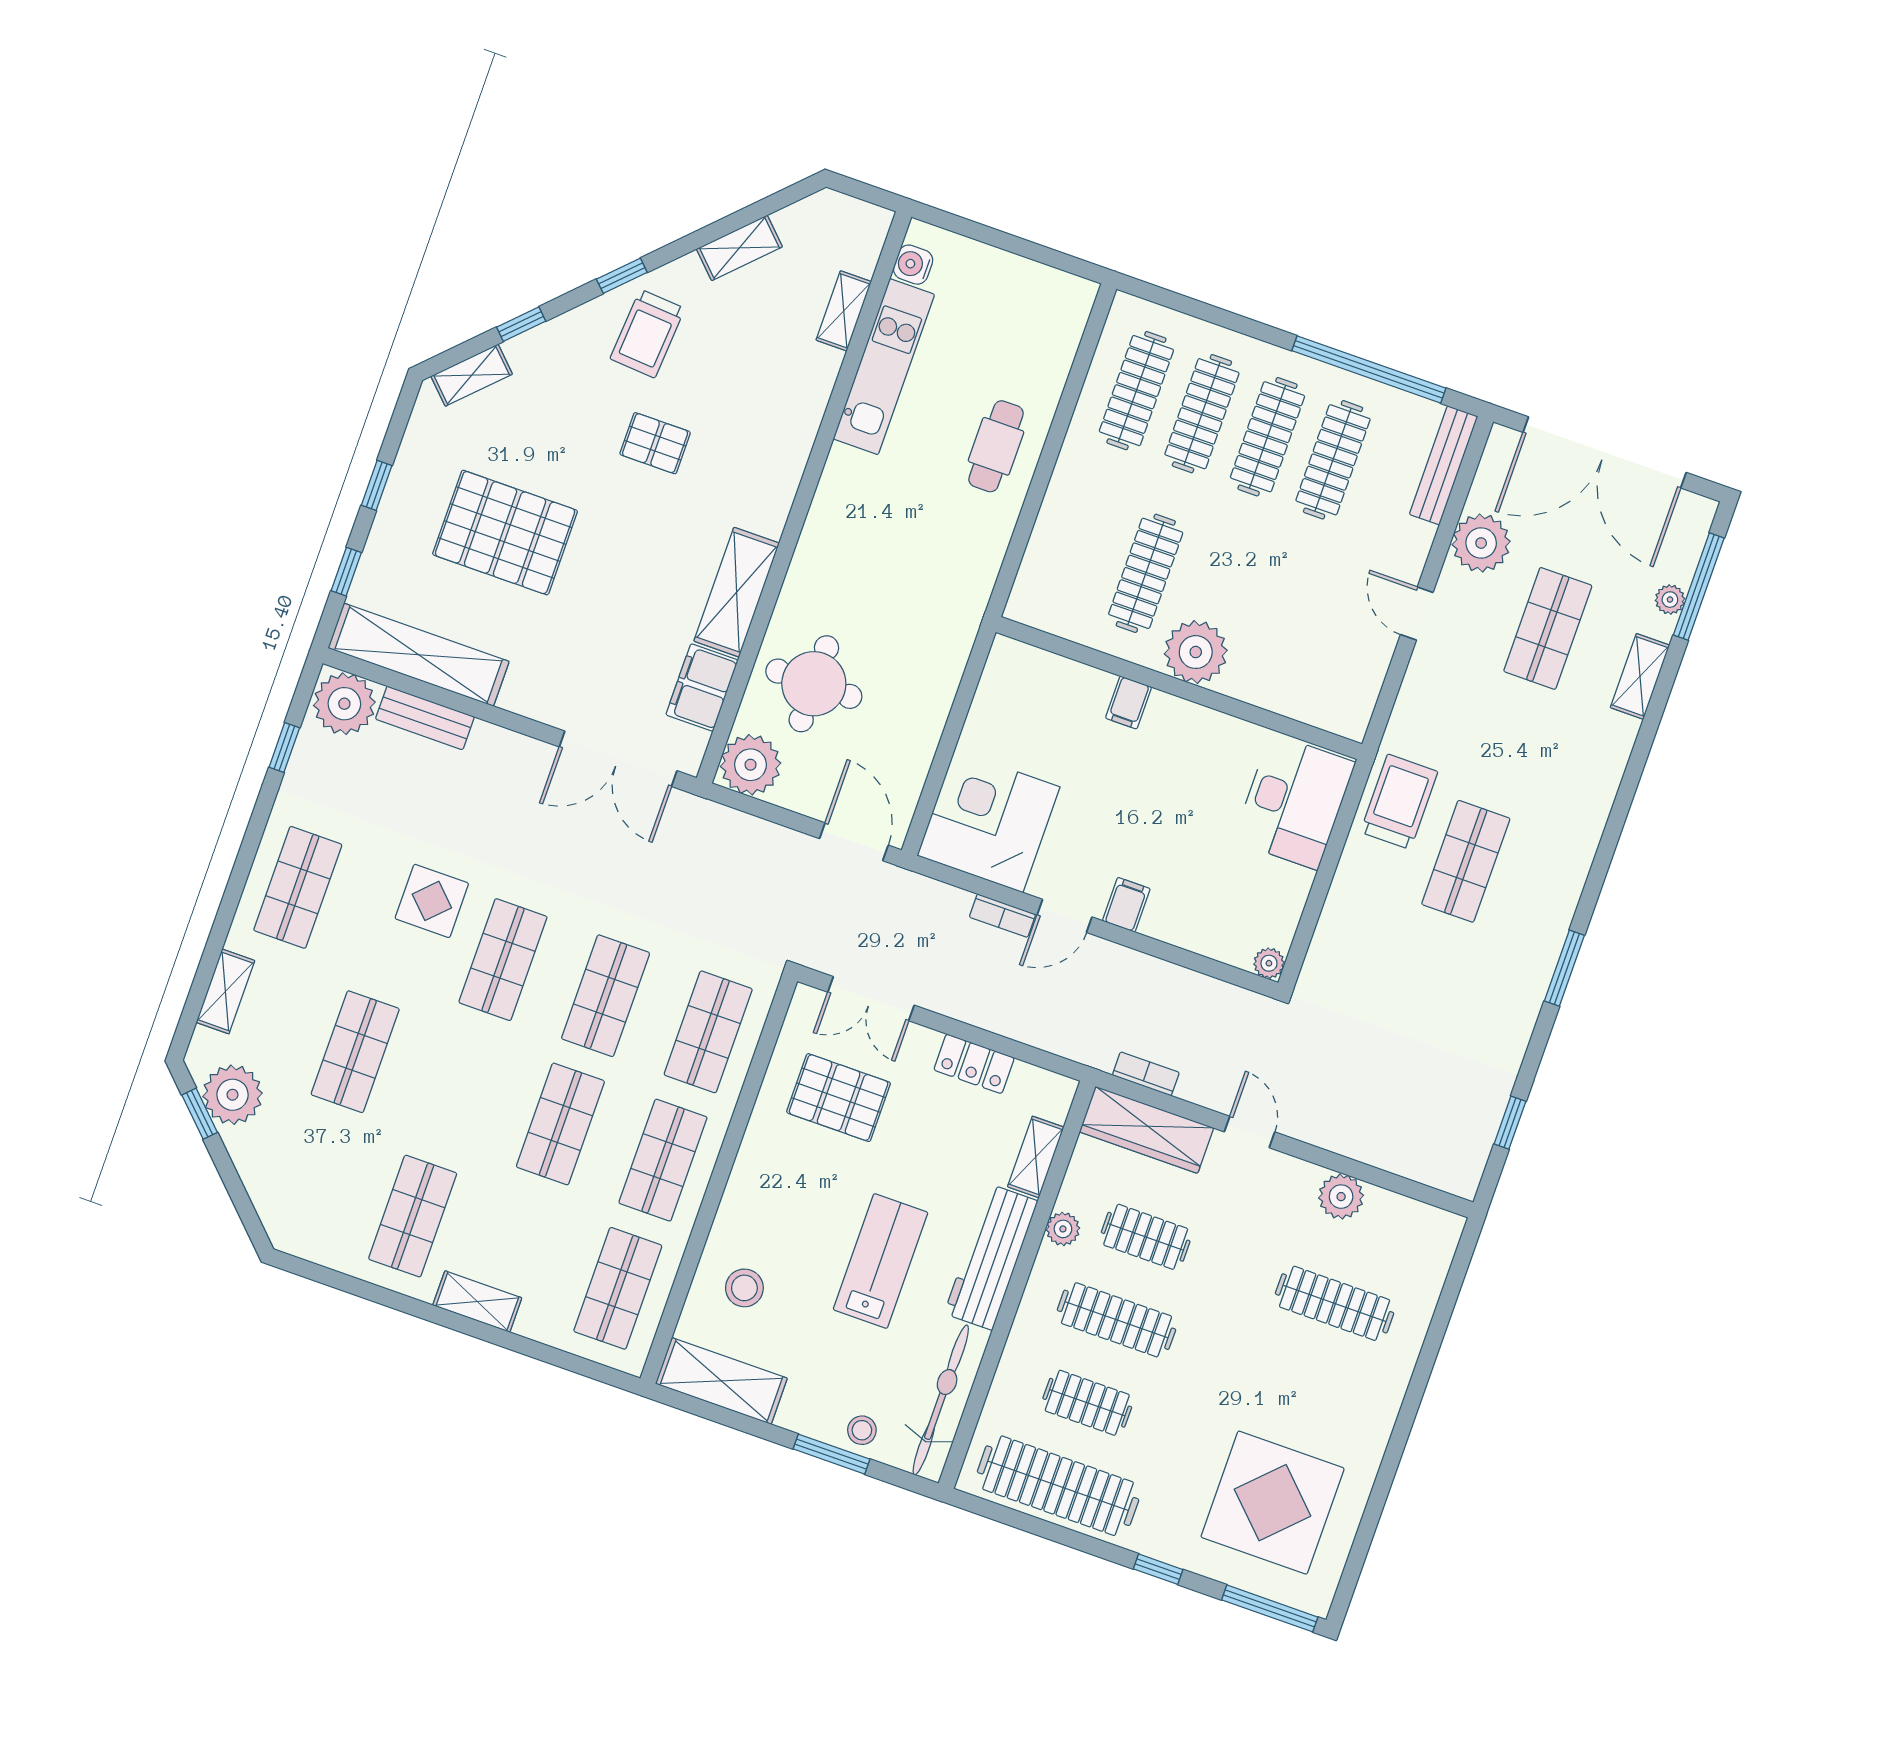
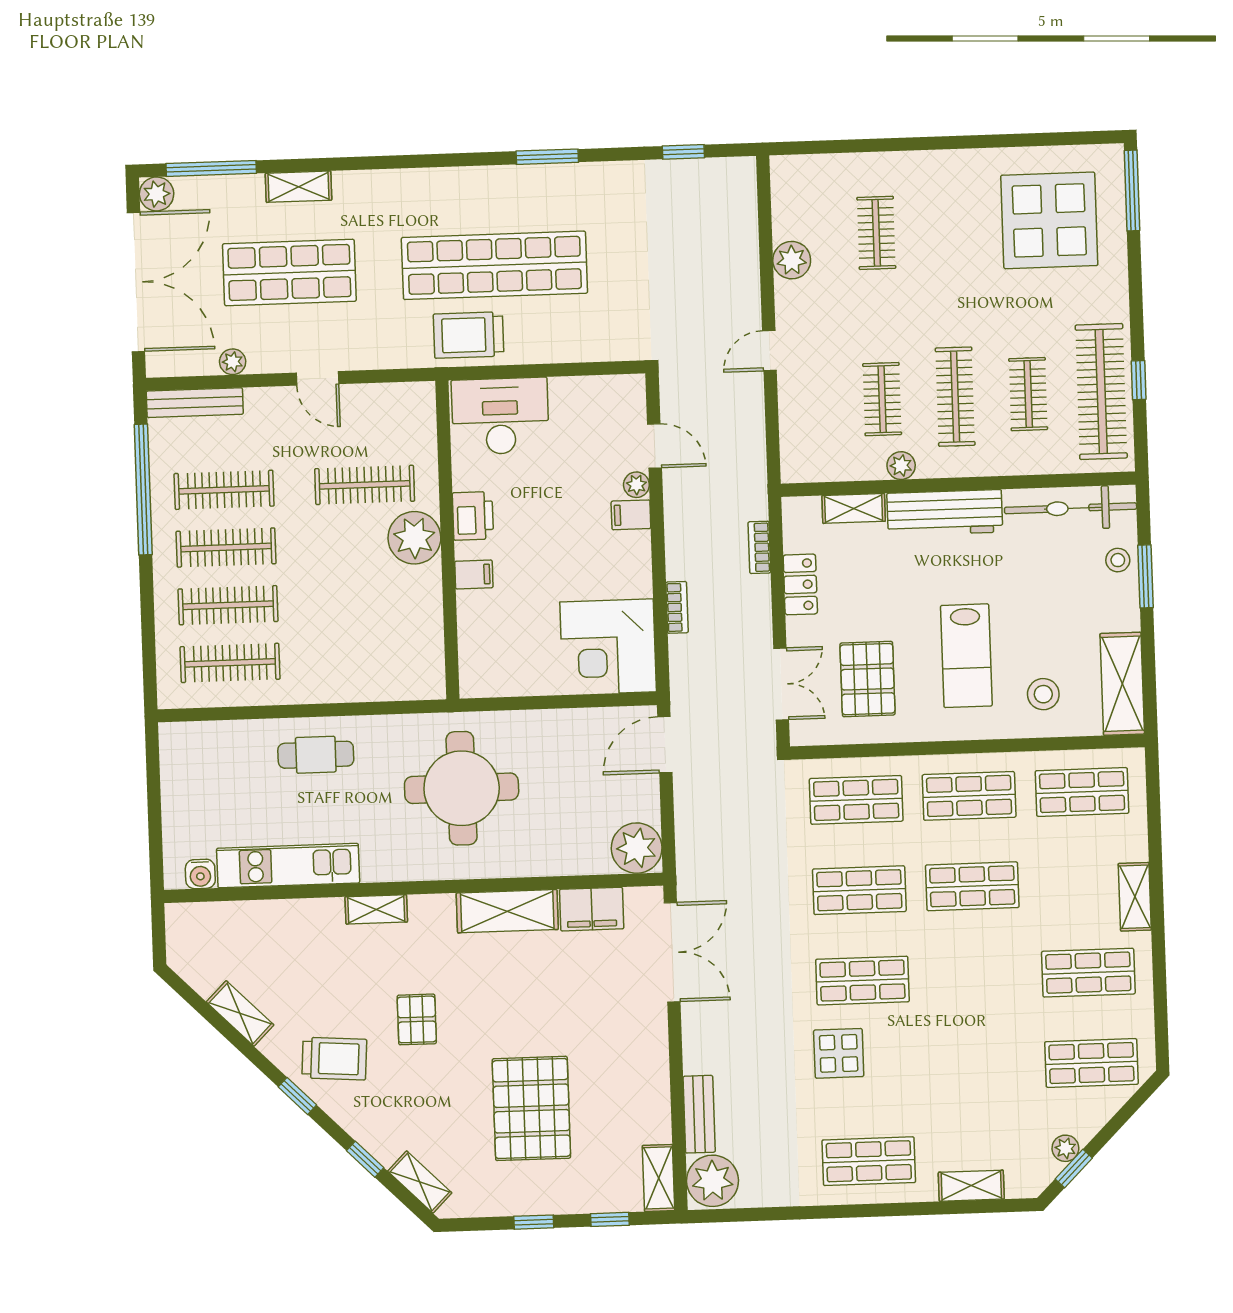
shelving: (844, 311) -> (376, 909), moved
plant: (1481, 543) -> (233, 362), width x0.53, depth x0.53
clothes rail: (1146, 573) -> (365, 485), moved
plant: (1670, 600) -> (157, 194), moved, width x1.38, depth x1.38
door: (1417, 614) -> (318, 378), hinge flipped
shop shelf: (1548, 628) -> (289, 272), width x1.43, depth x1.36
shelving: (418, 655) -> (659, 1178), width x0.45, depth x0.75
round table: (814, 684) -> (462, 788), moved, width x1.36, depth x1.36
printer: (1195, 727) -> (473, 516), added
window: (284, 747) -> (765, 1214), removed
shop shelf: (1466, 861) -> (494, 265), width x2.00, depth x1.36
door: (1065, 916) -> (654, 446), moved
plant: (1269, 963) -> (636, 485), moved
shop shelf: (355, 1052) -> (1091, 1063), moved
bookcase: (1146, 1074) -> (759, 547), moved
plant: (232, 1095) -> (1065, 1148), width x0.53, depth x0.53
wardrobe: (1147, 1130) -> (799, 431), removed
lab bench: (881, 1261) -> (966, 656), moved, turned -90
clothes rail: (1335, 1303) -> (876, 233), width x0.73
window: (1158, 1569) -> (1139, 380), moved

